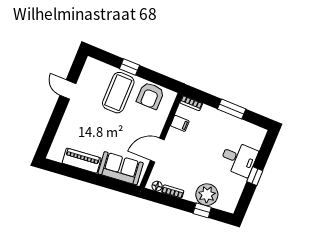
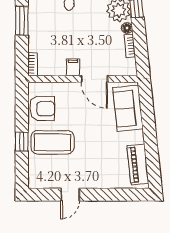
filing cabinet: (180, 123) -> (73, 67), moved
piano: (82, 161) -> (138, 164), moved
floor lamp: (157, 186) -> (127, 28), moved

